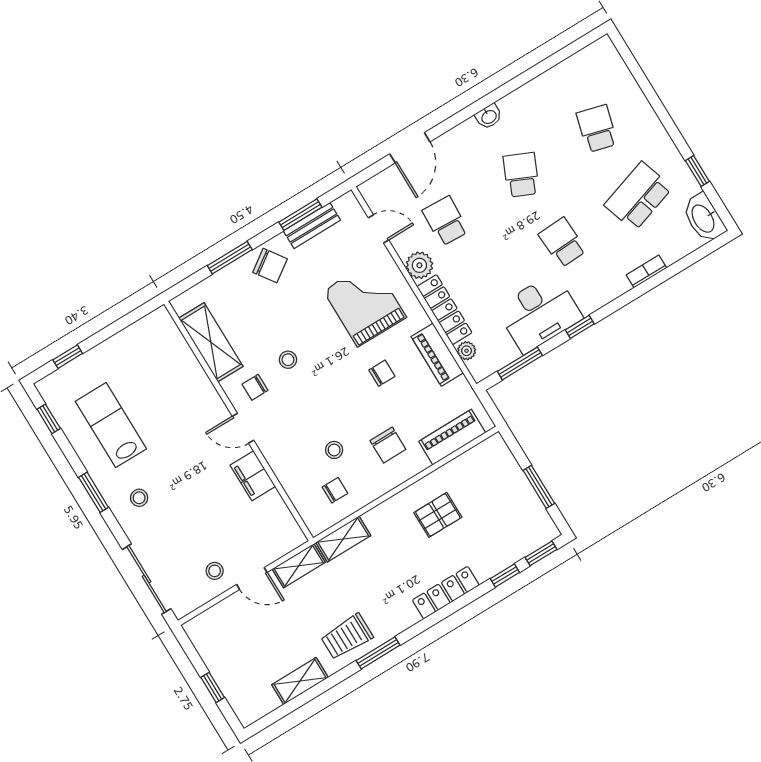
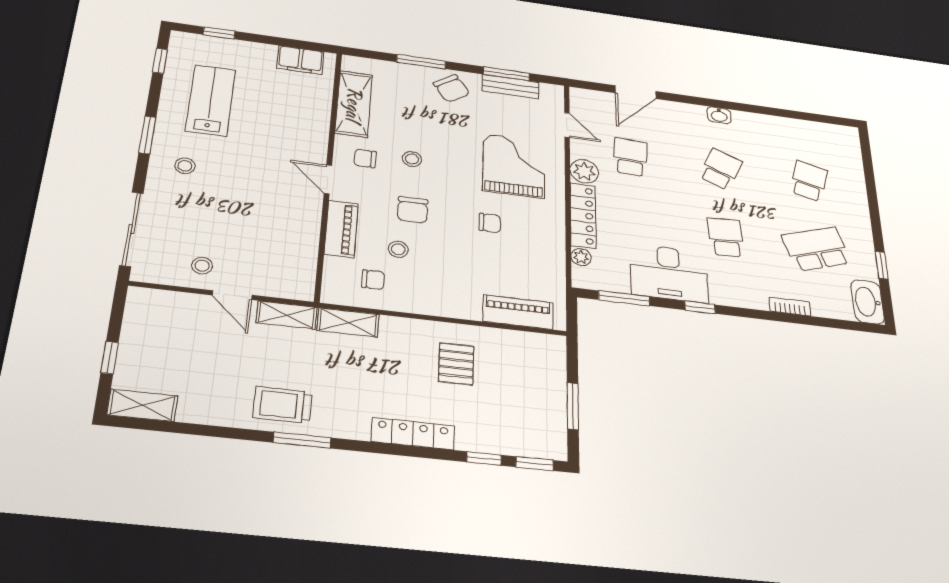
piano: (437, 355) -> (341, 229), moved, turned 180
chair: (388, 445) -> (413, 210), moved
filing cabinet: (253, 476) -> (300, 60), moved, turned -90
pallet: (438, 515) -> (456, 364), turned 90
shelving: (300, 681) -> (142, 405), moved

